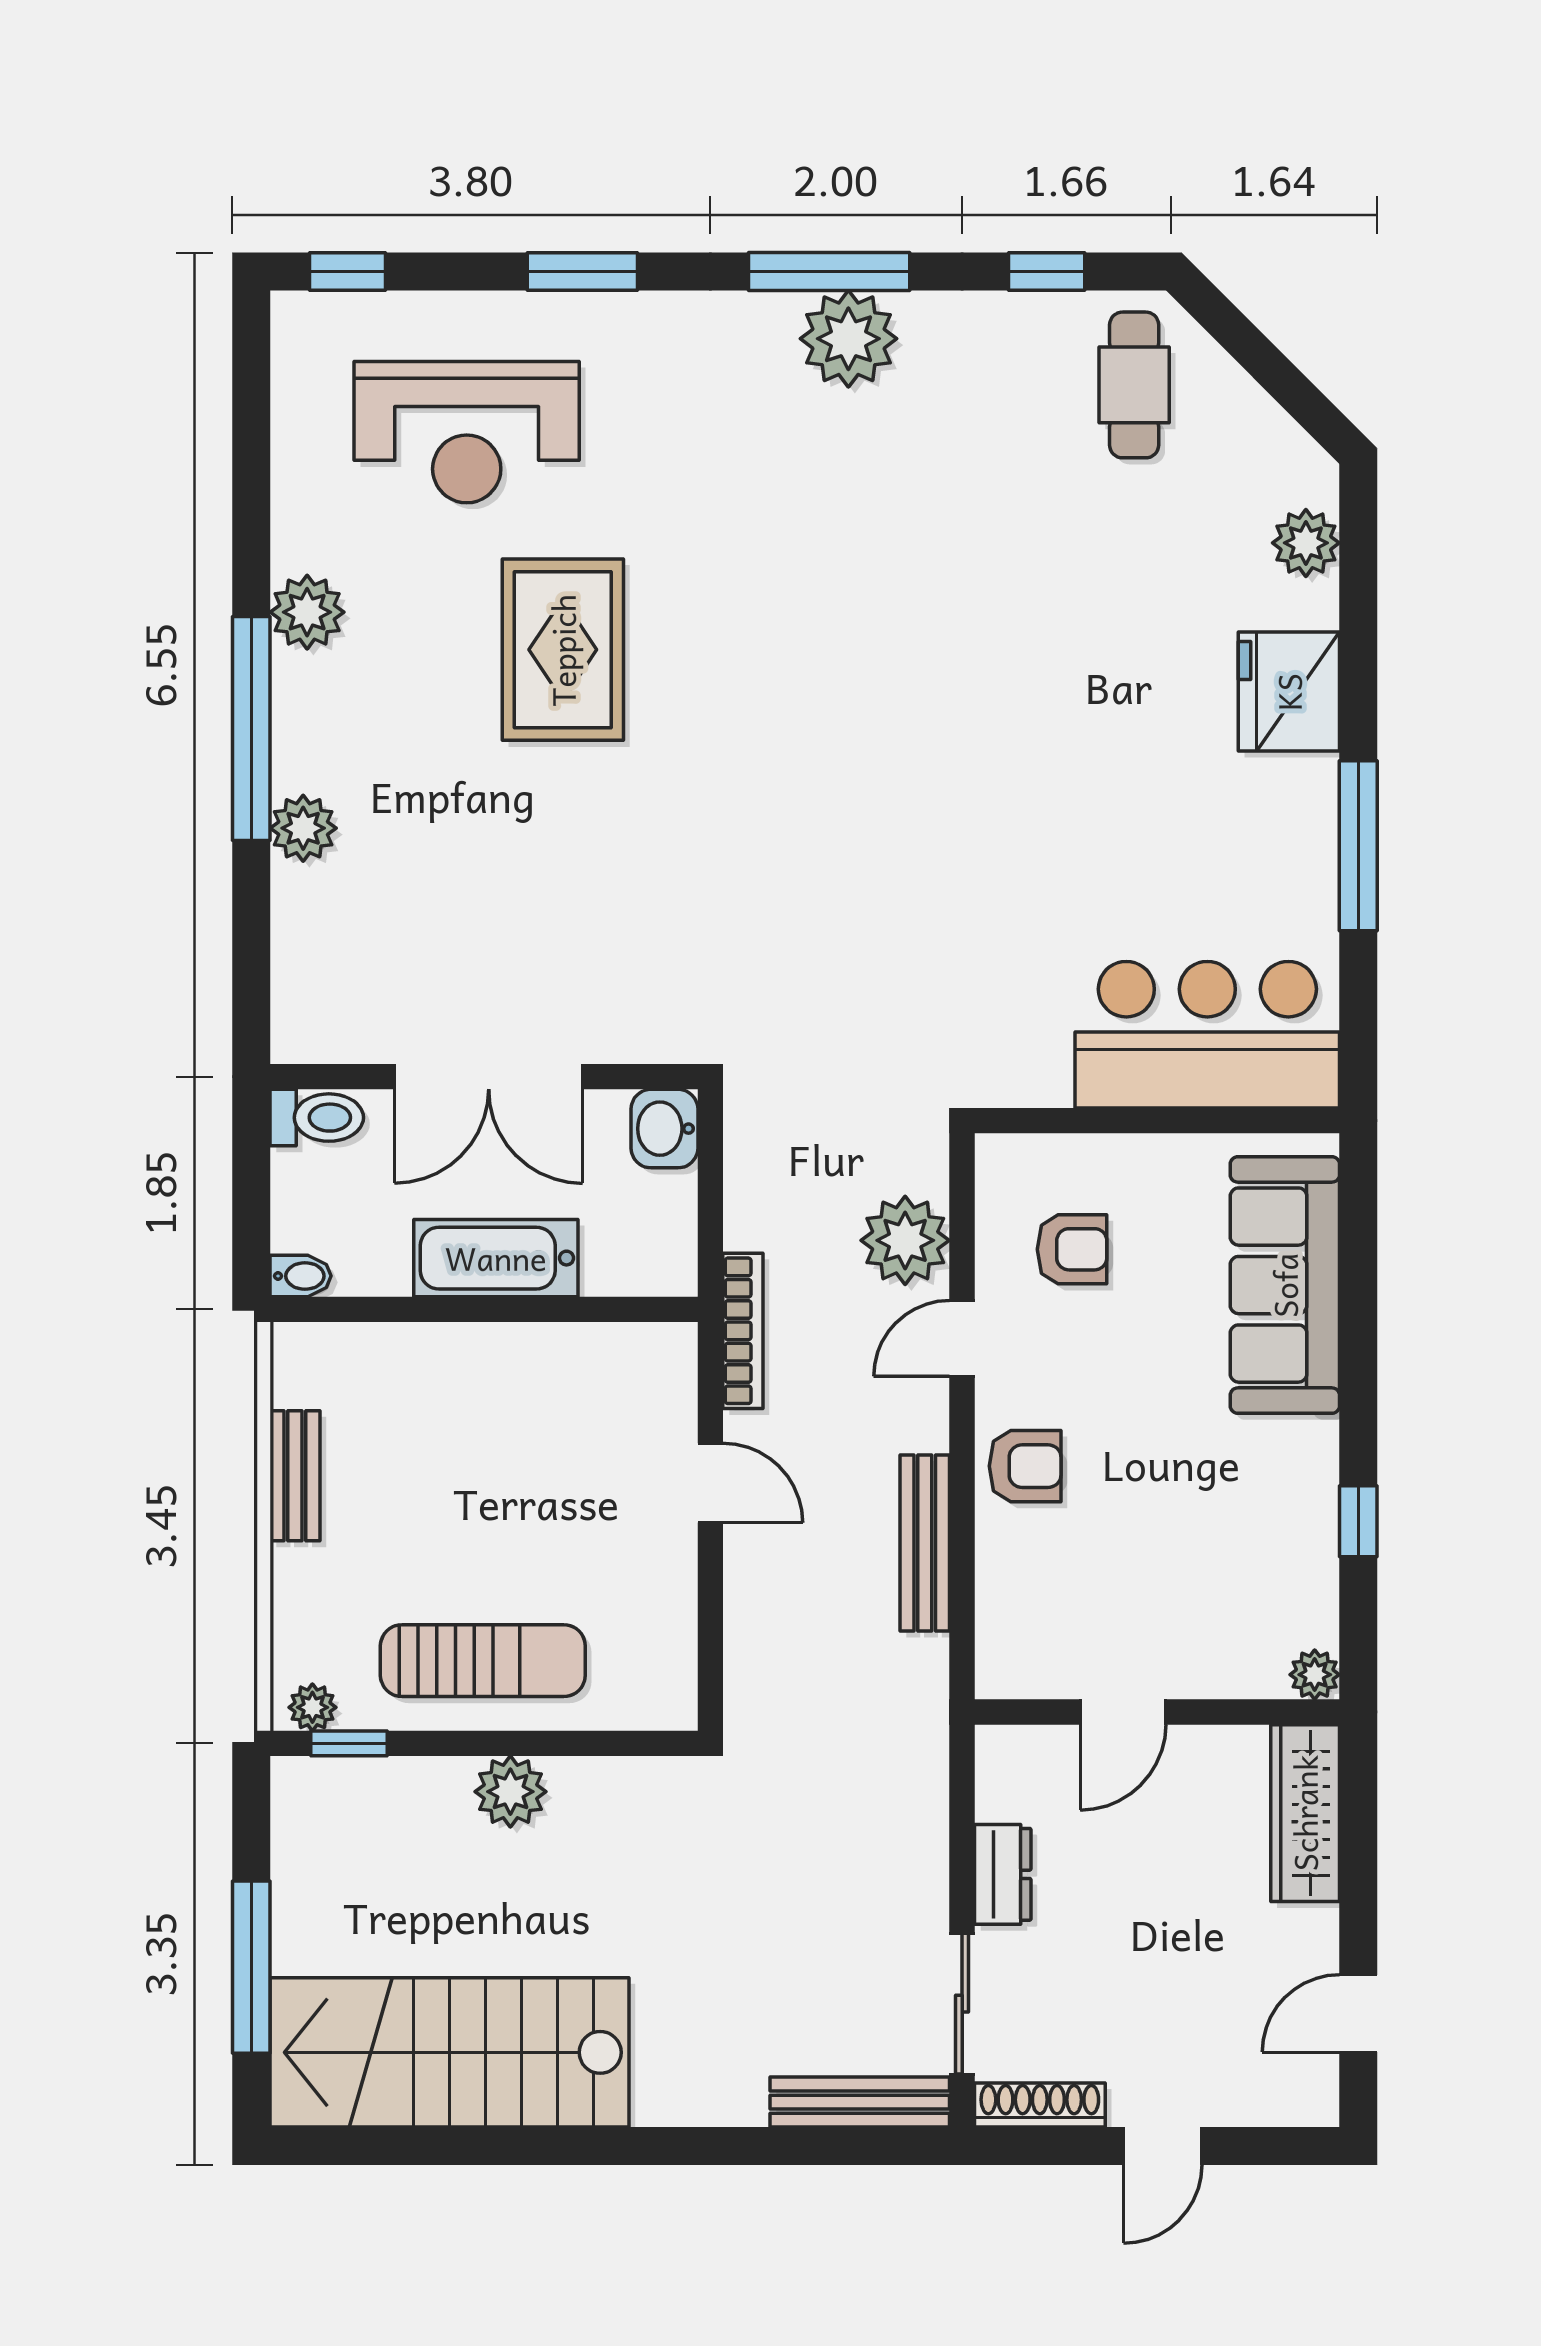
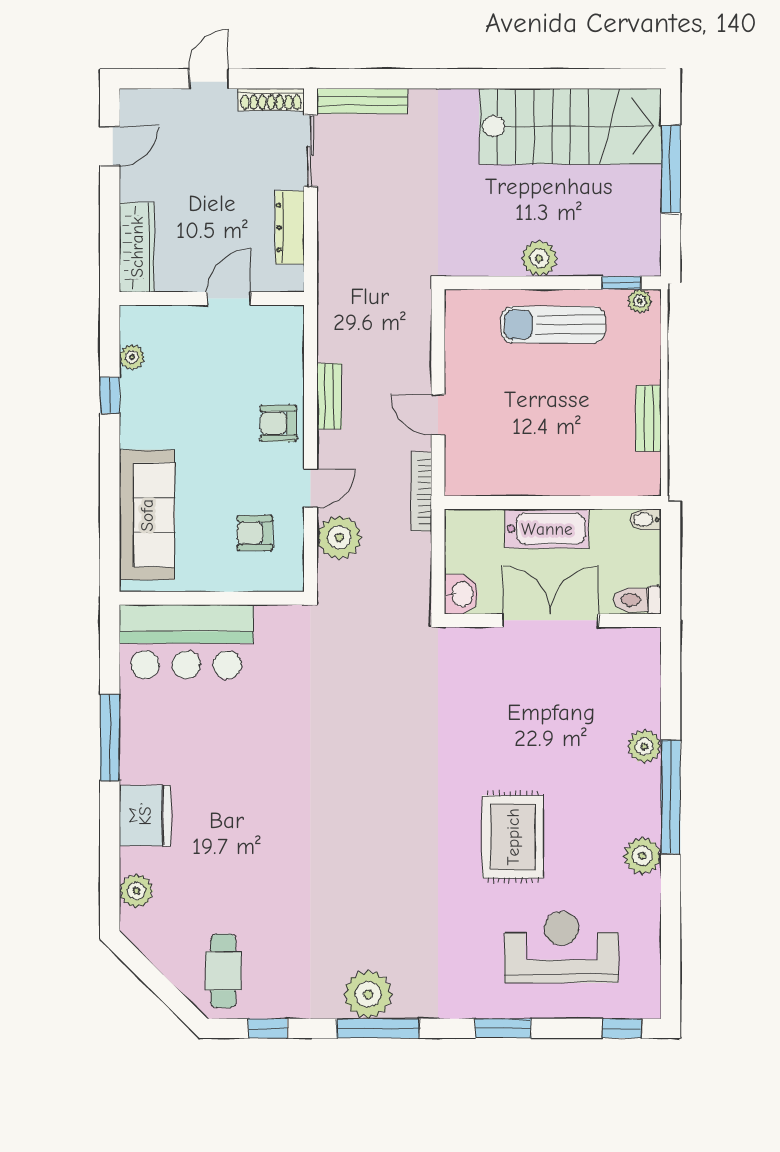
bench: (925, 1543) -> (329, 396), width x0.73
plant: (1315, 1675) -> (132, 357), moved
dresser: (1003, 1874) -> (290, 227), width x1.44

